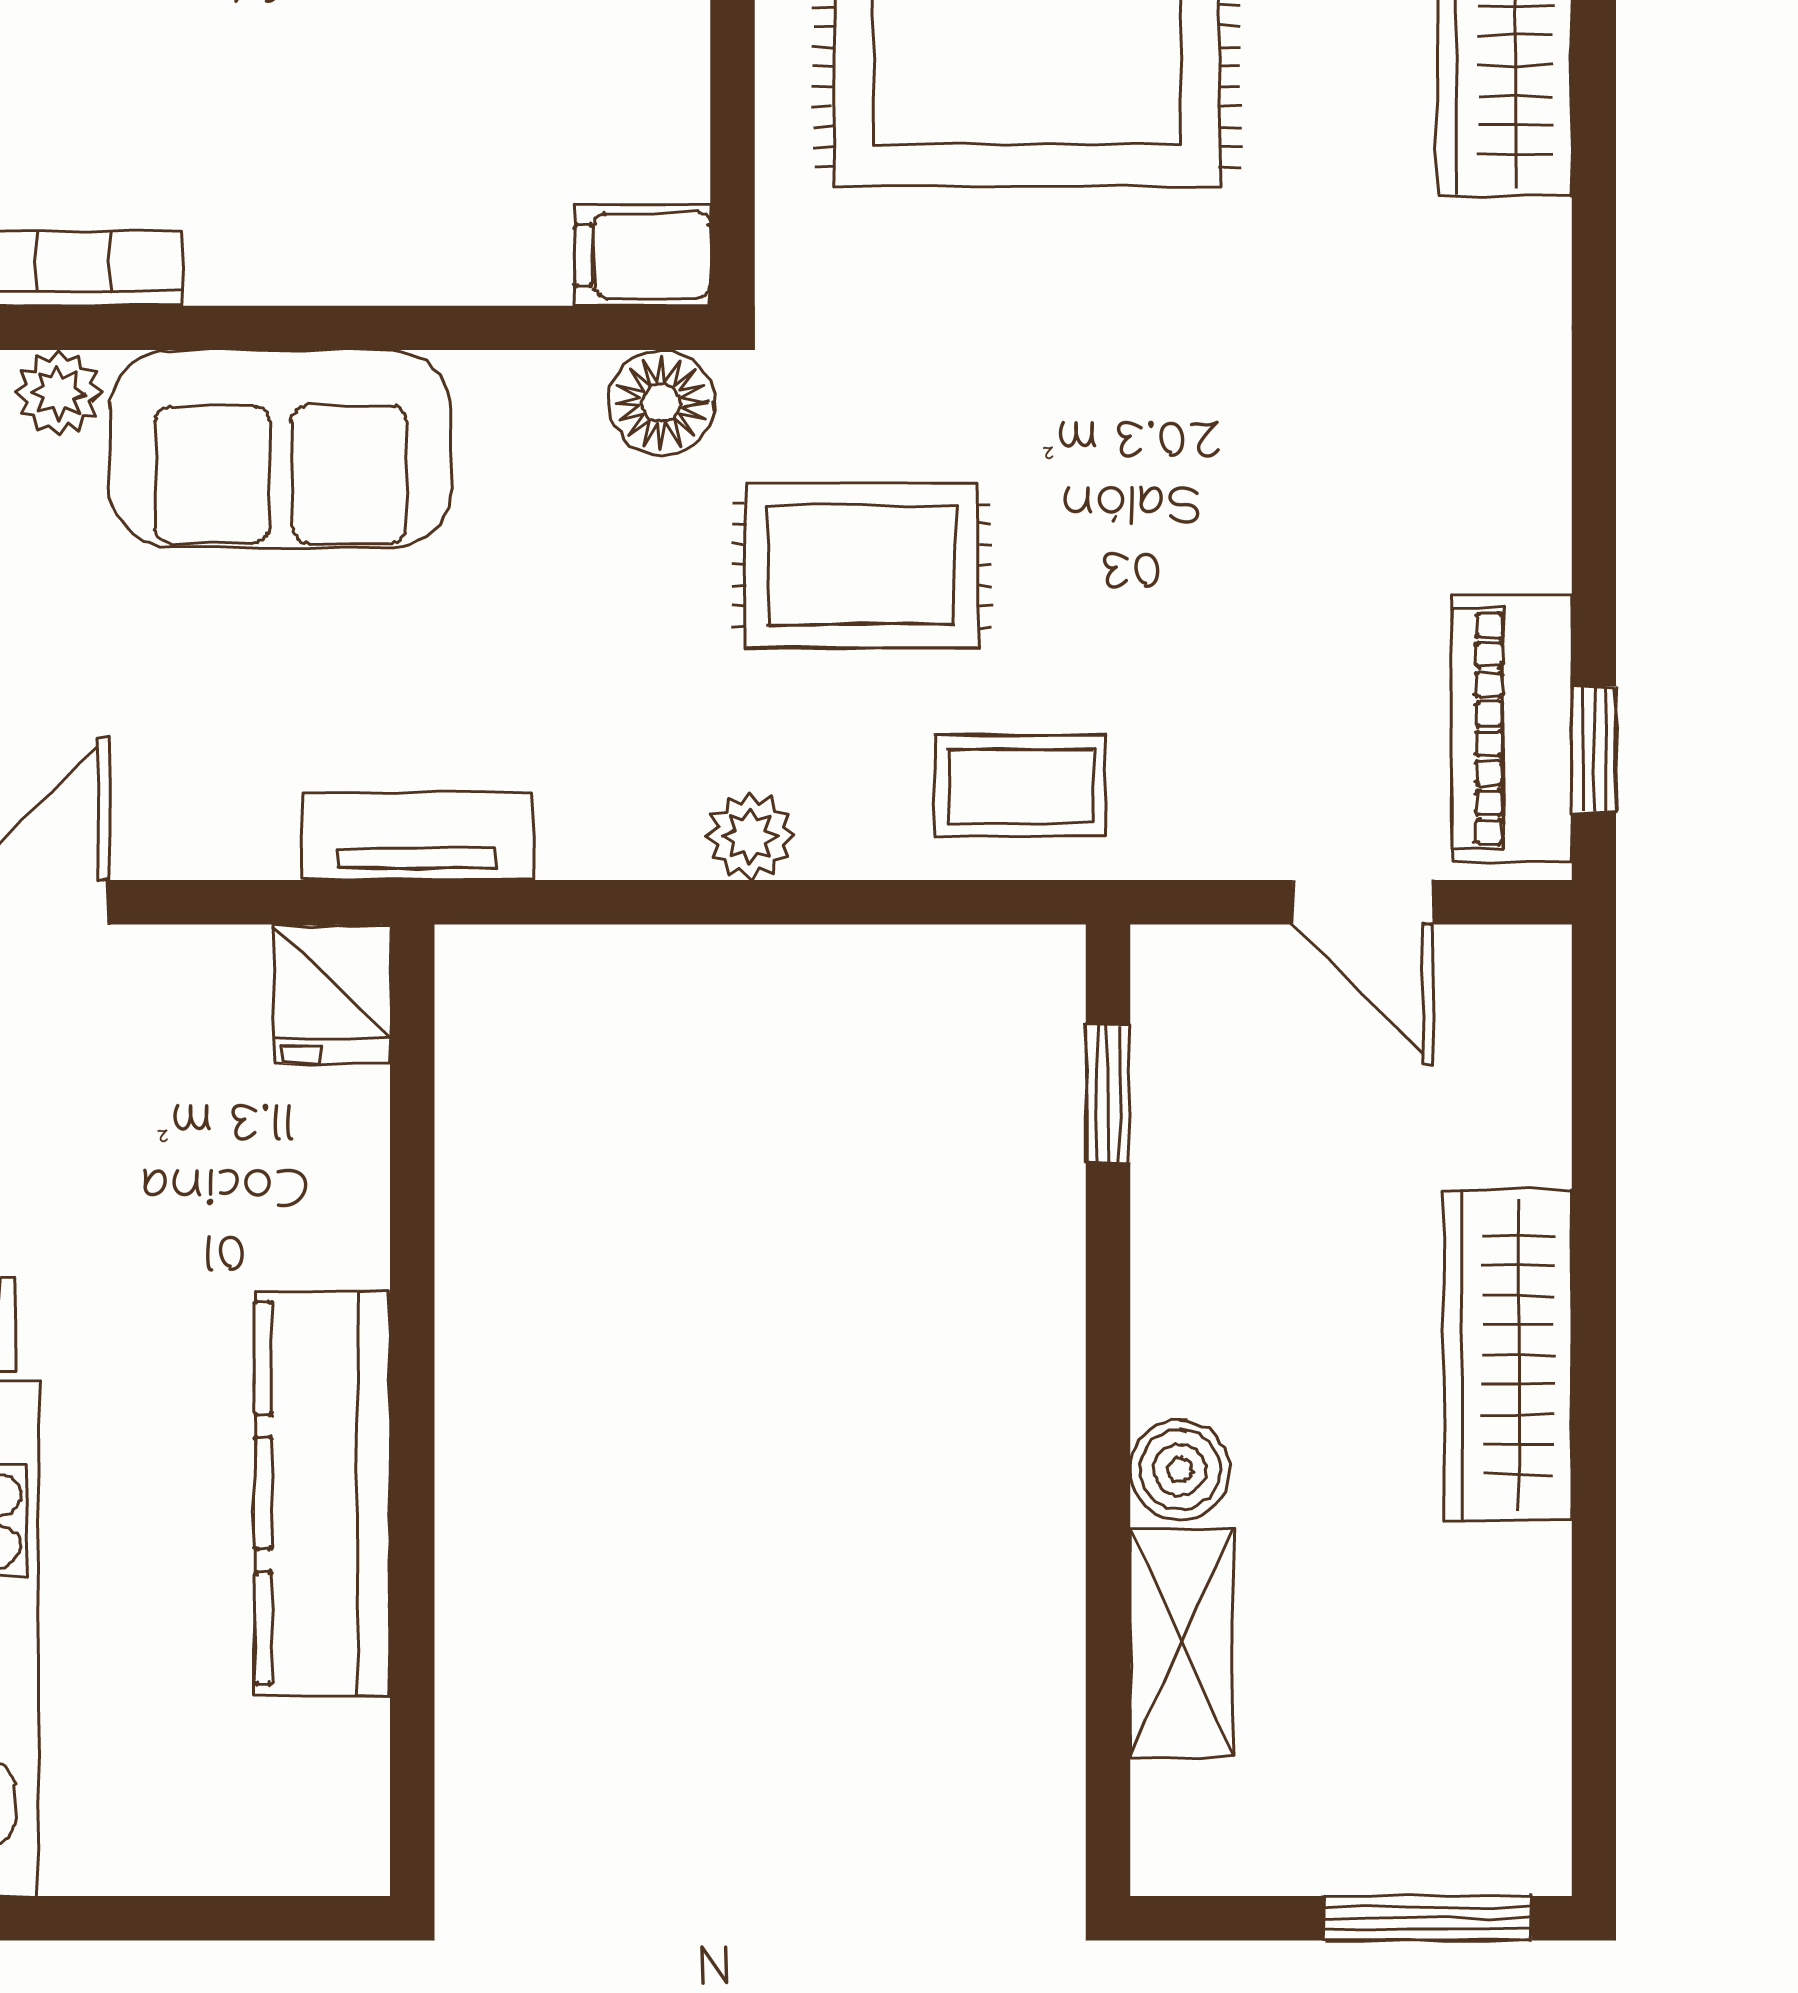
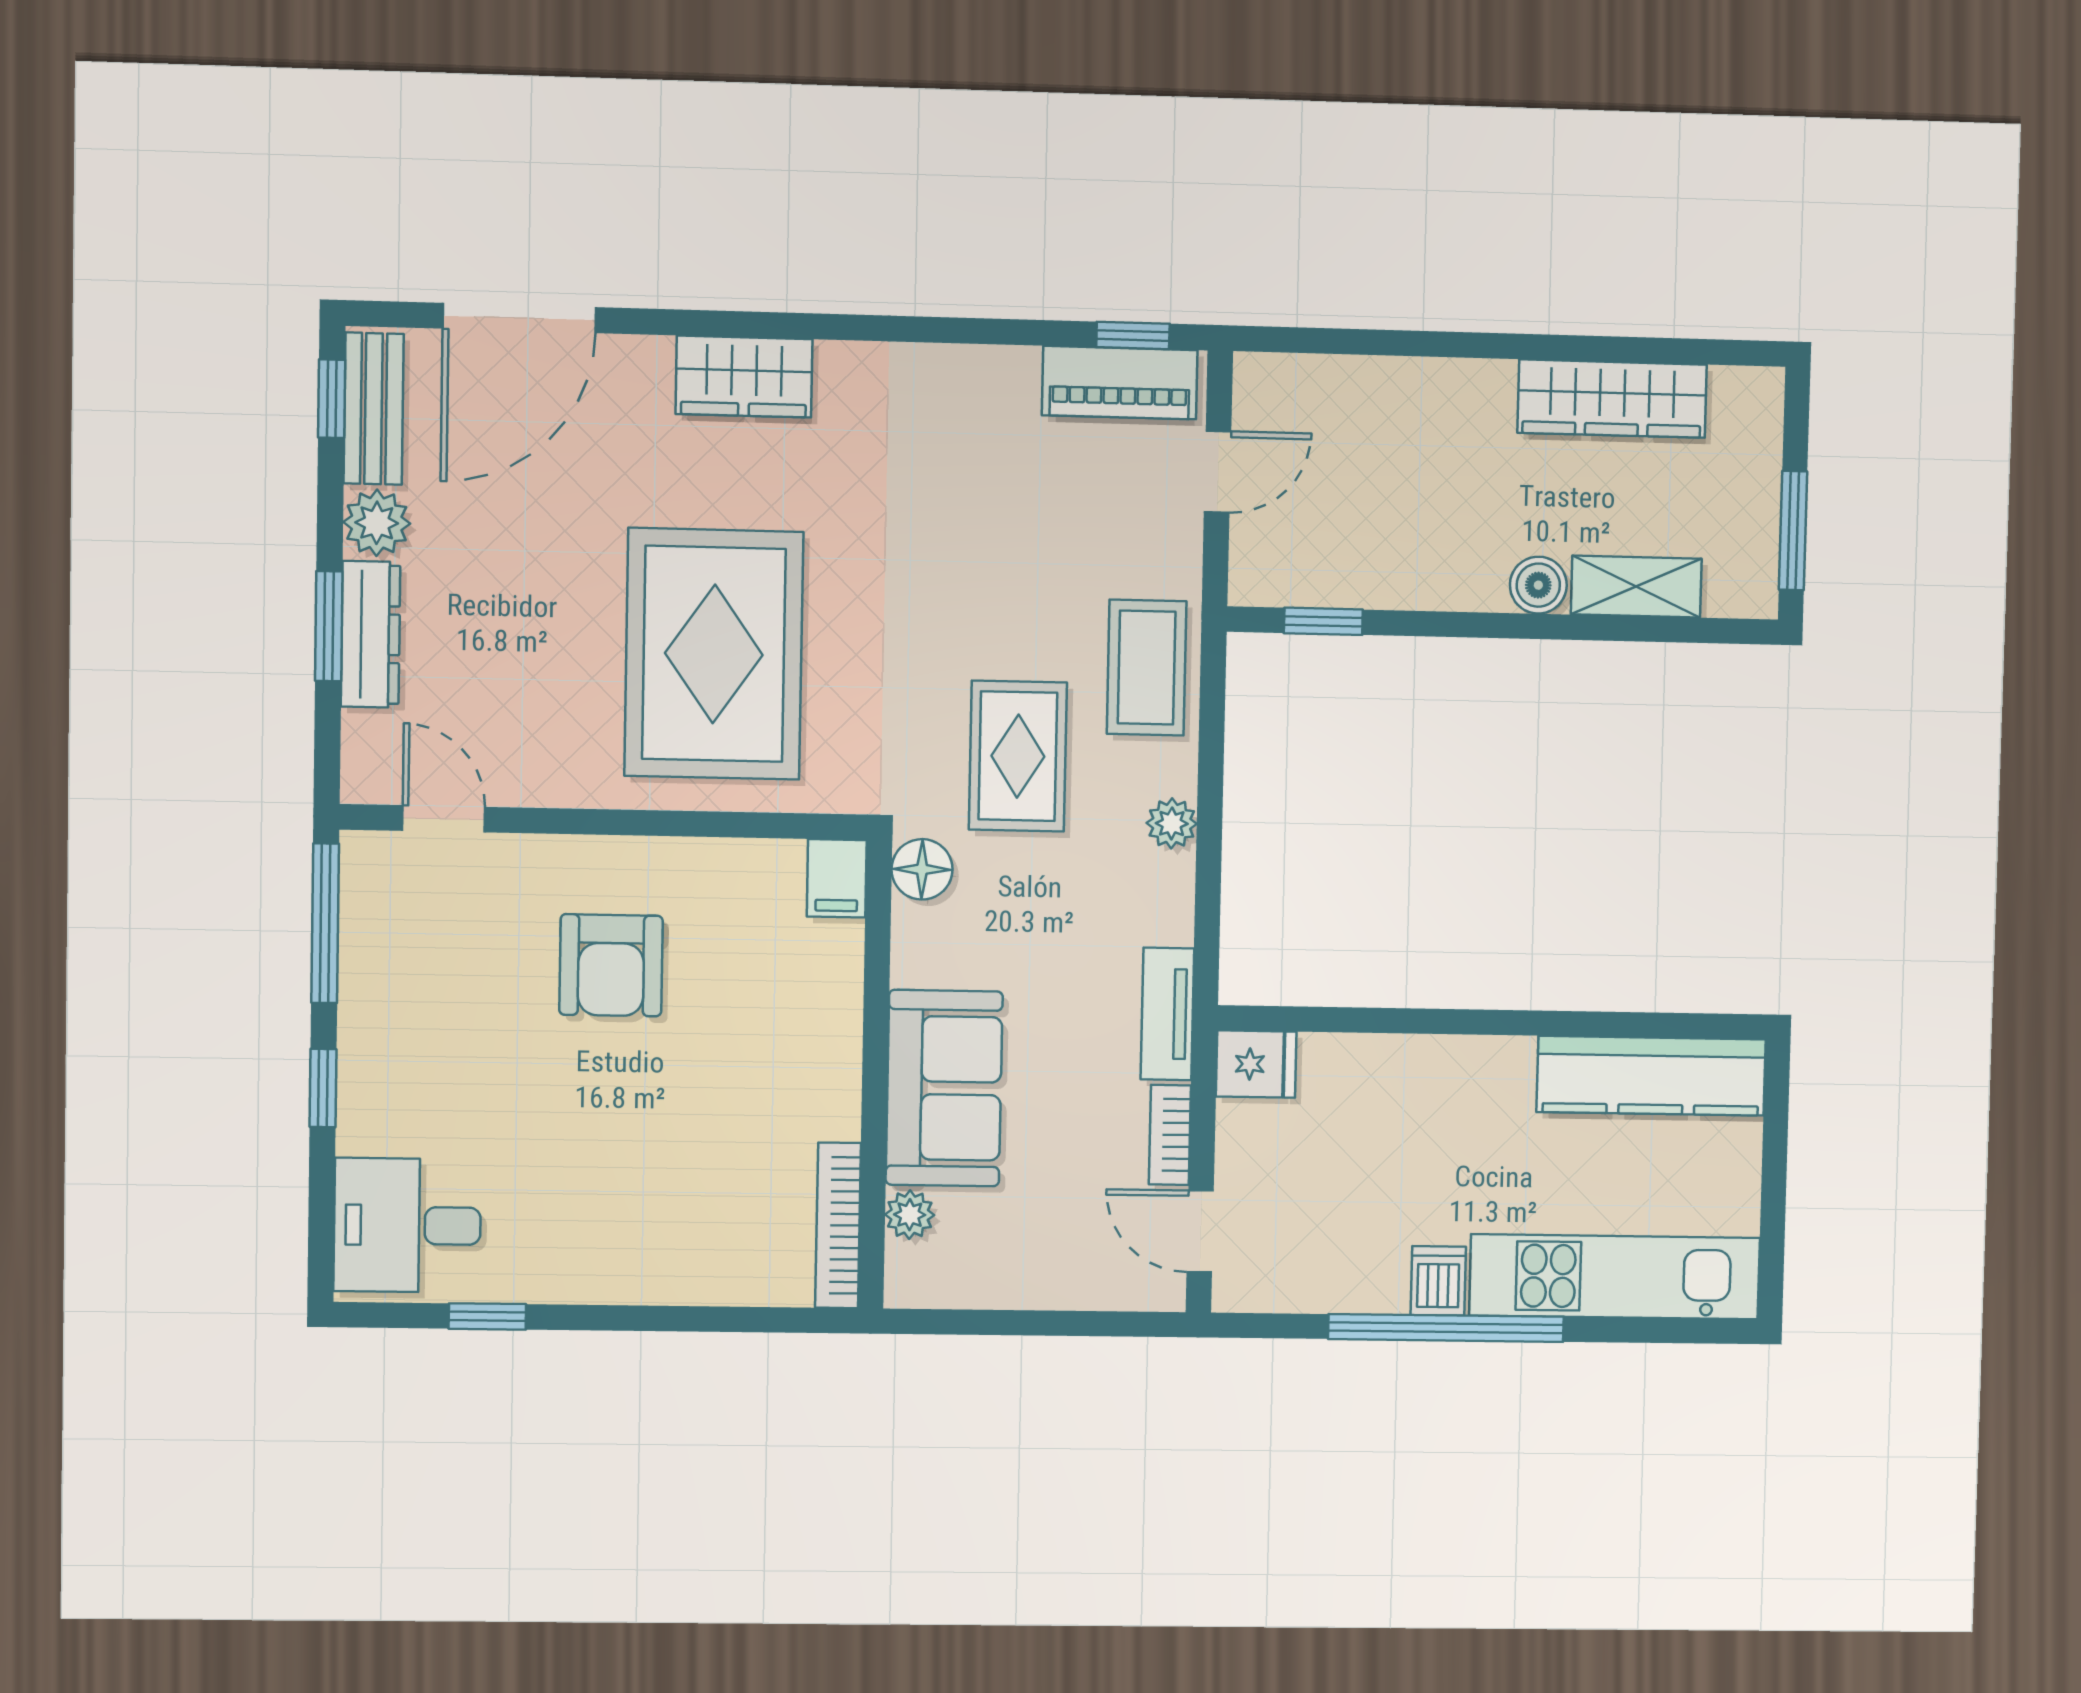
coffee table: (1020, 786) -> (1147, 668), width x1.36, depth x1.30
bookcase: (205, 845) -> (1170, 1135), added
wardrobe: (1508, 1355) -> (1612, 399), moved
kitchen counter: (323, 1493) -> (1651, 1076), moved
window: (1427, 1918) -> (1793, 531), moved

